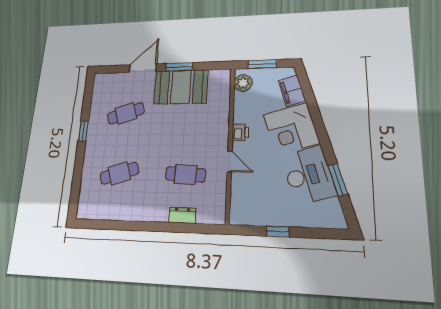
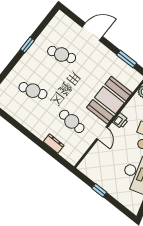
window: (179, 67) -> (127, 59), moved
booth: (181, 87) -> (109, 100), moved, turned 90

